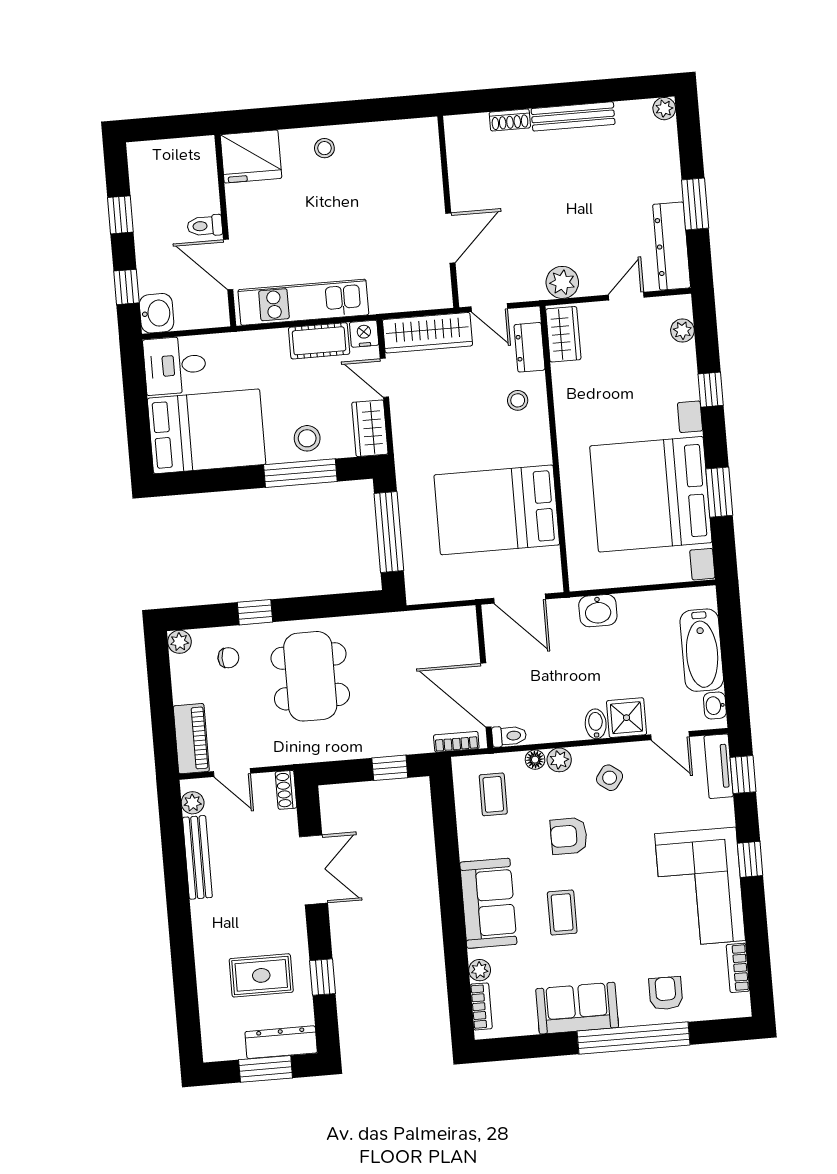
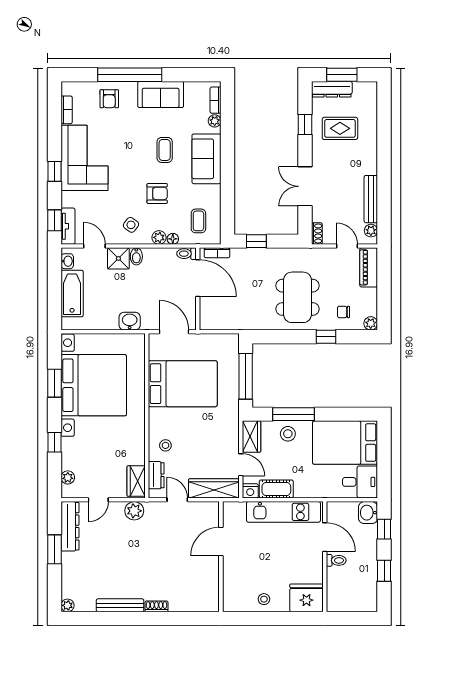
wall: (448, 212) -> (221, 557), moved
door: (450, 238) -> (221, 542), moved

